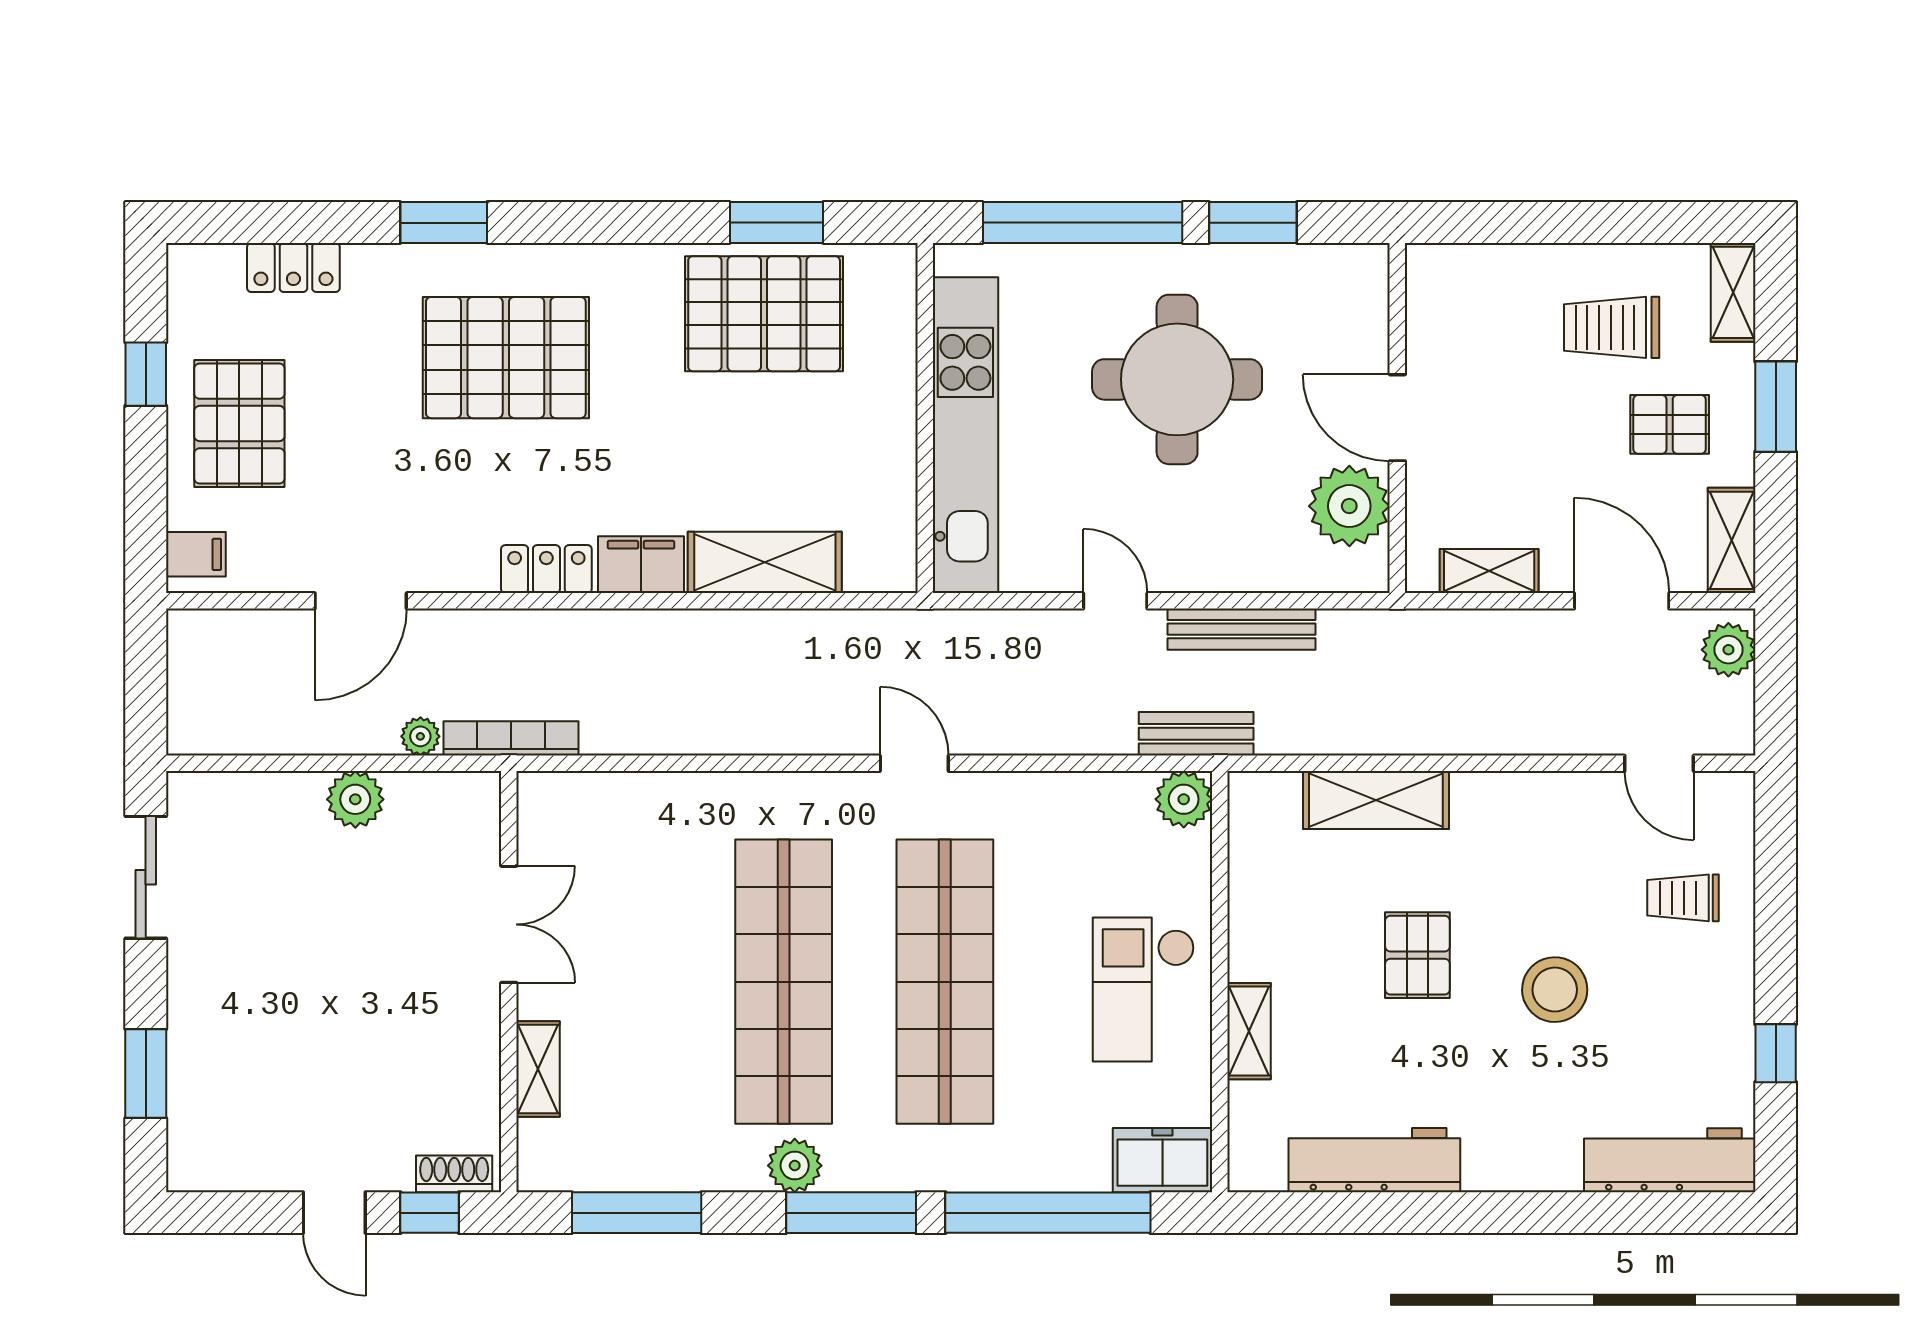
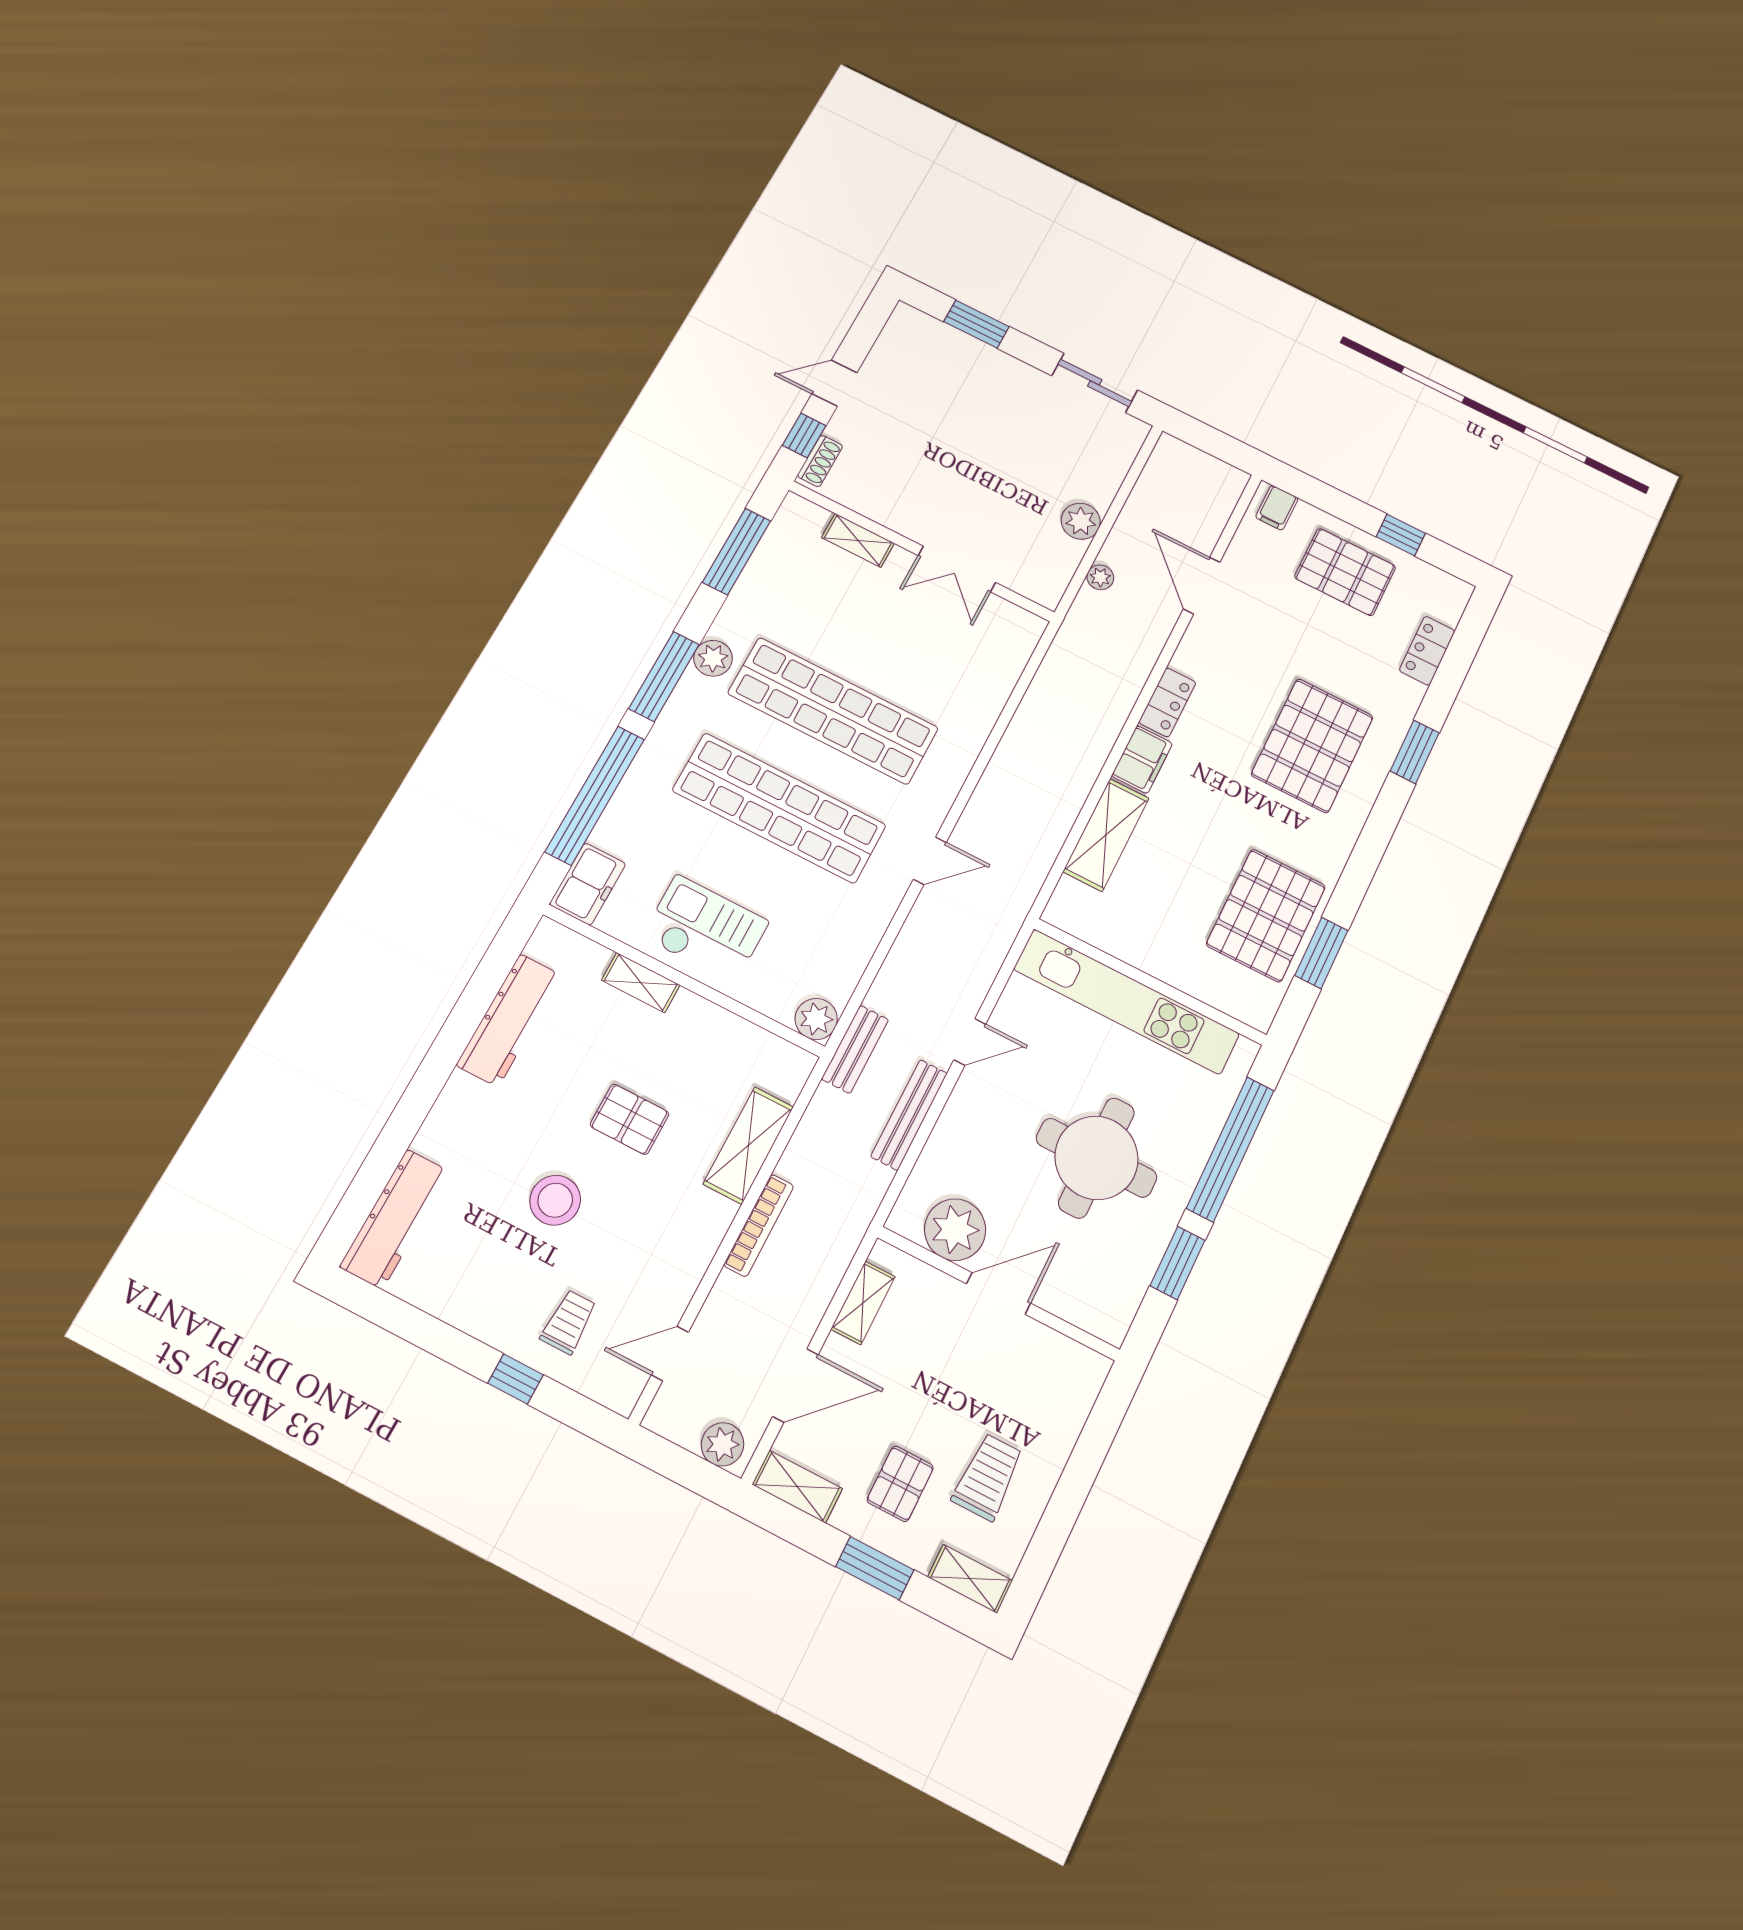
bookcase: (511, 738) -> (759, 1225), moved
window: (1776, 1053) -> (515, 1379), moved

